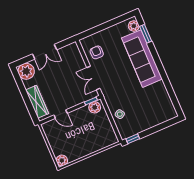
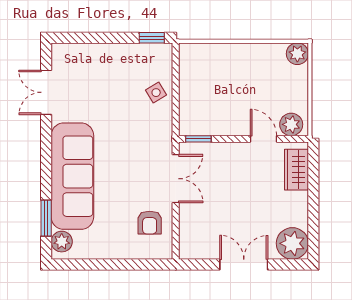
double door: (171, 92) -> (46, 92), added
wardrobe: (37, 102) -> (296, 170), width x0.67
plant: (95, 107) -> (291, 124), moved

